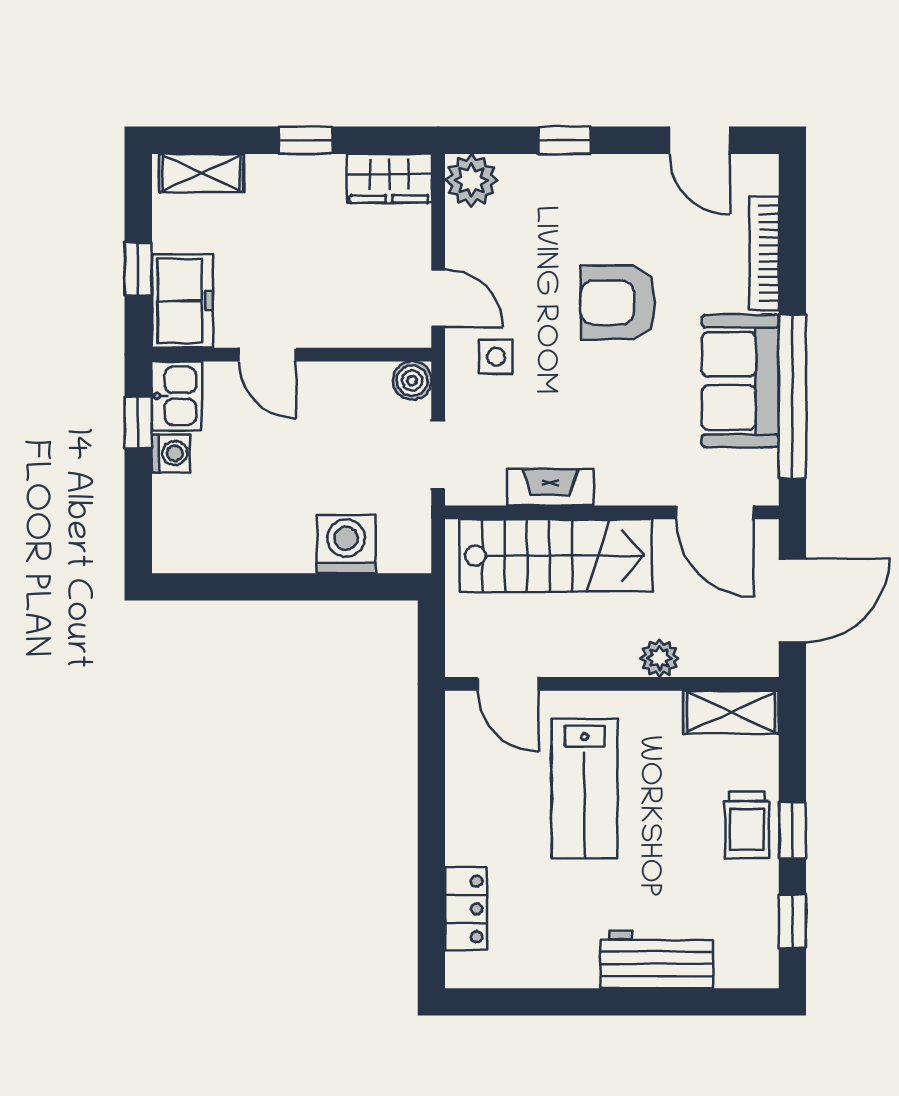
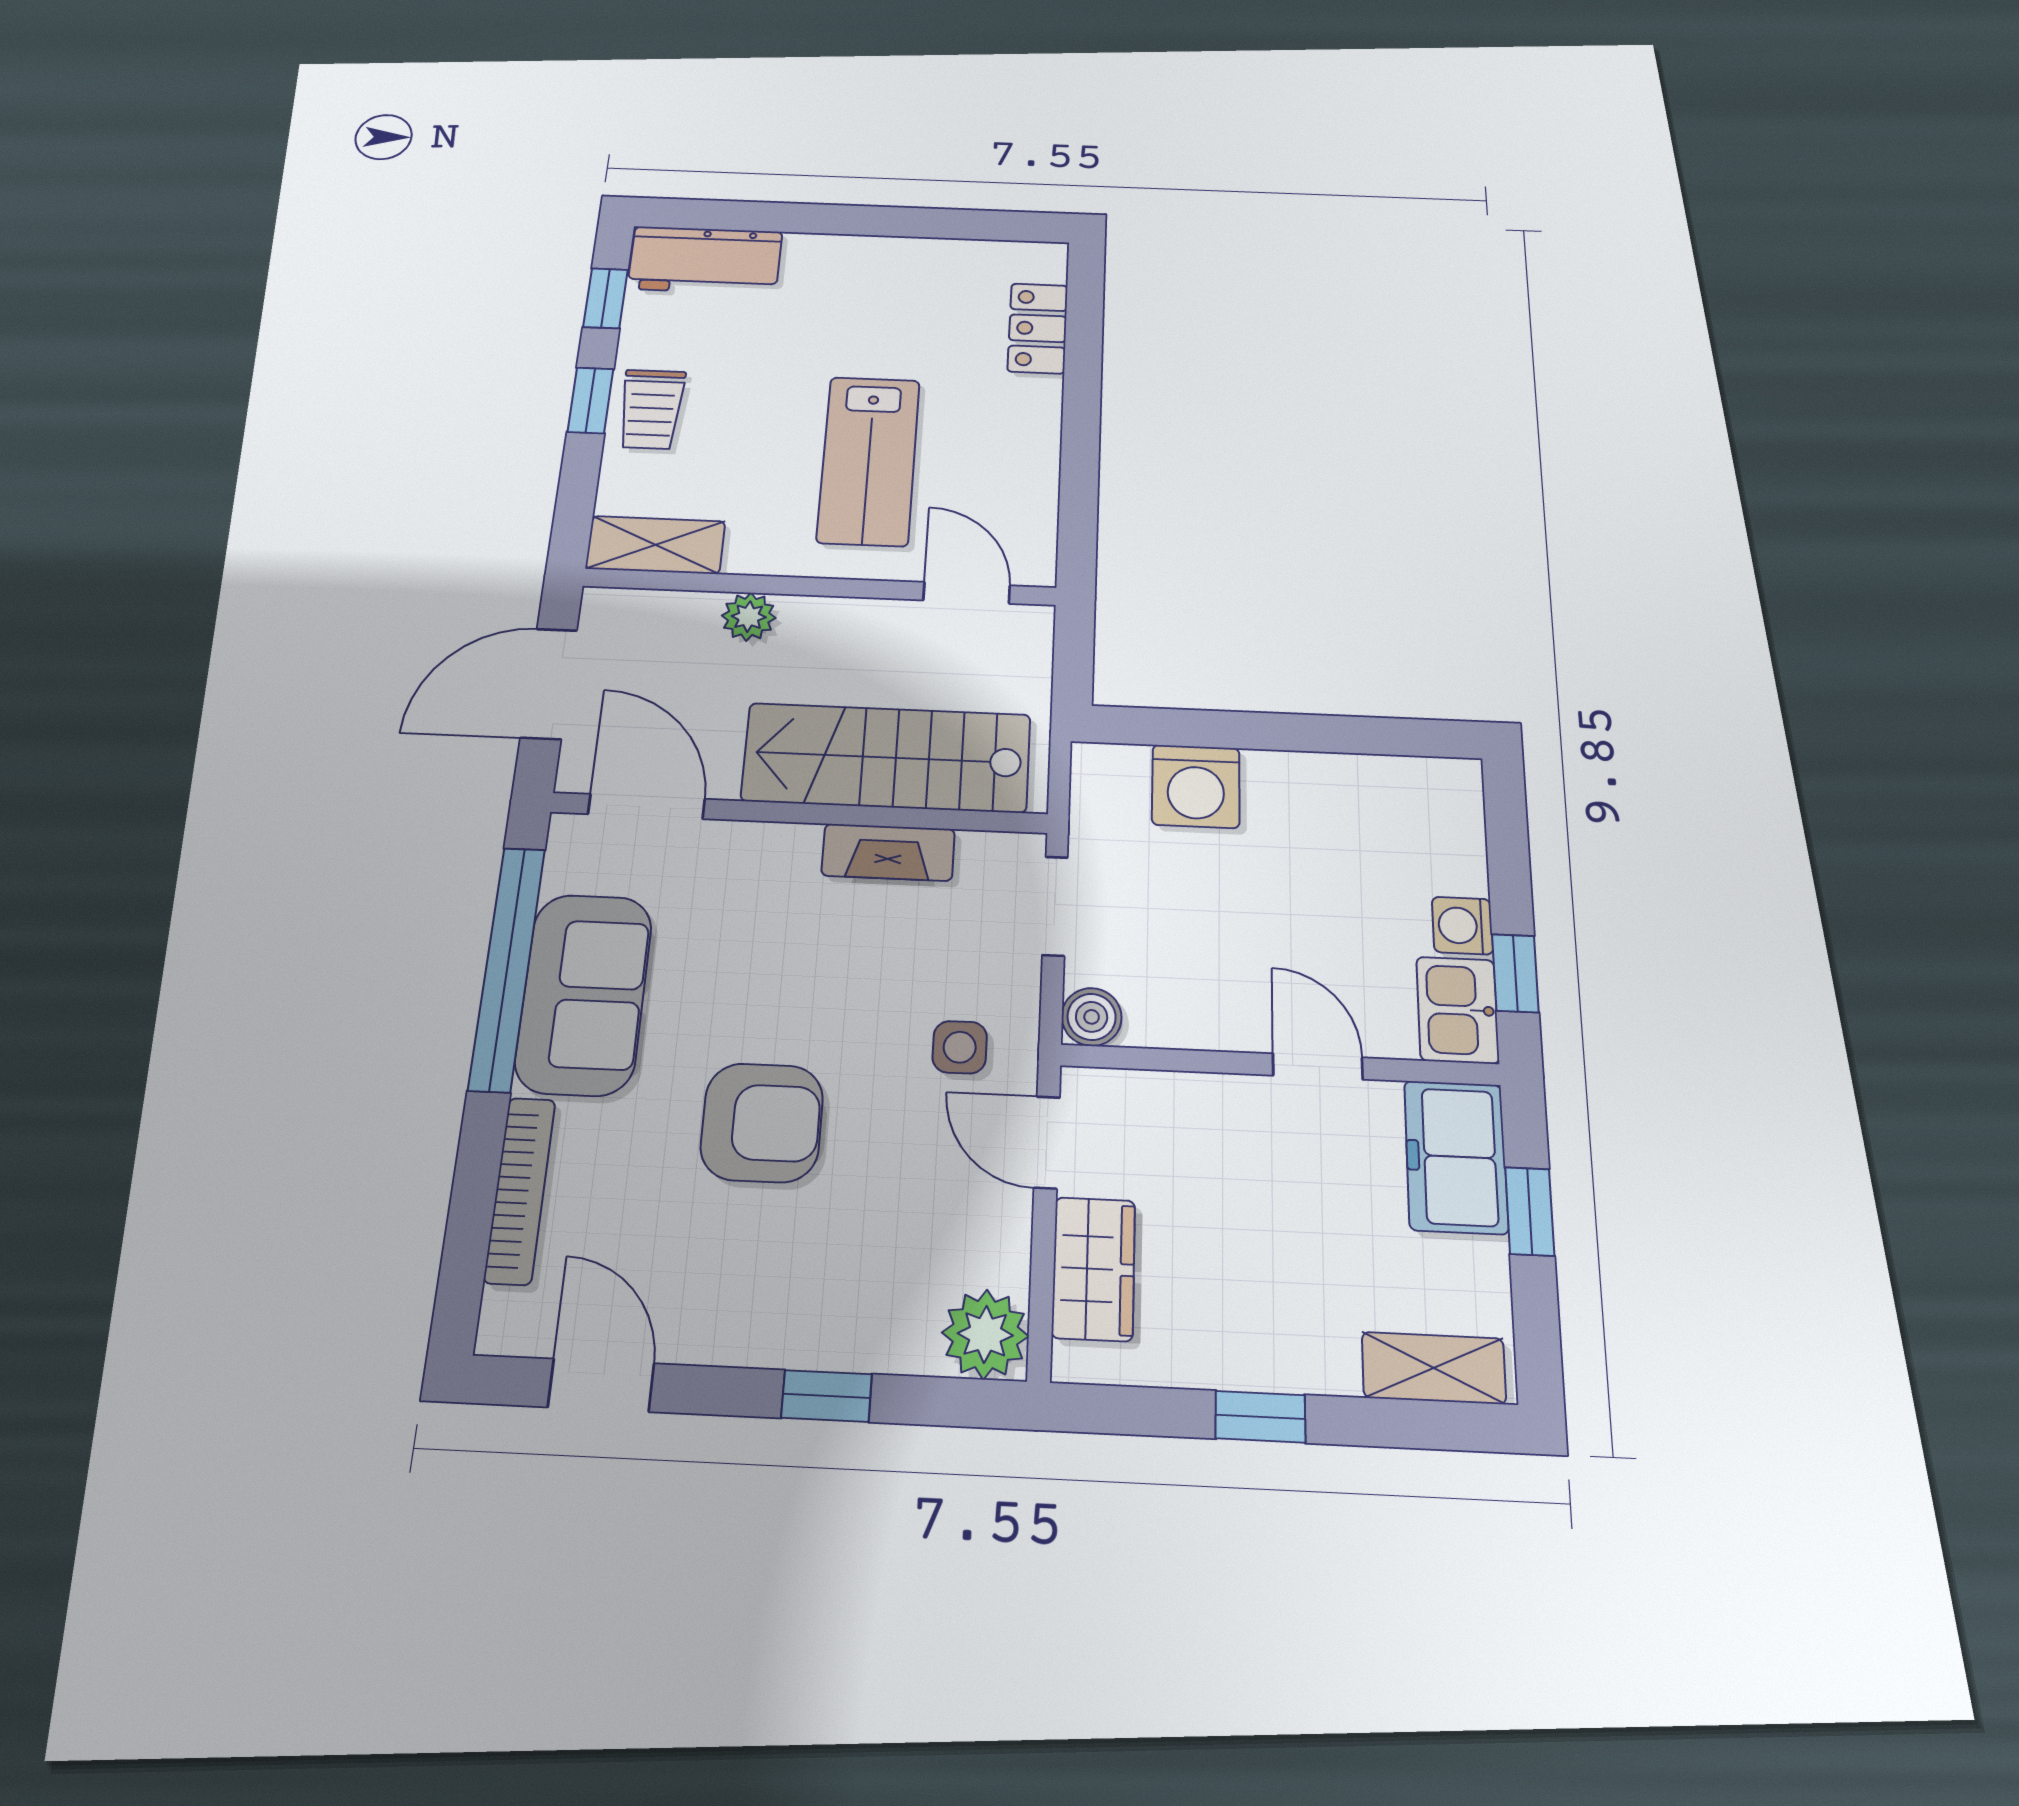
wardrobe: (389, 178) -> (1094, 1269), moved, turned 90
lab bench: (584, 789) -> (869, 461), turned 180
trolley: (747, 825) -> (651, 409), turned 180
workbench: (657, 959) -> (705, 260), moved

